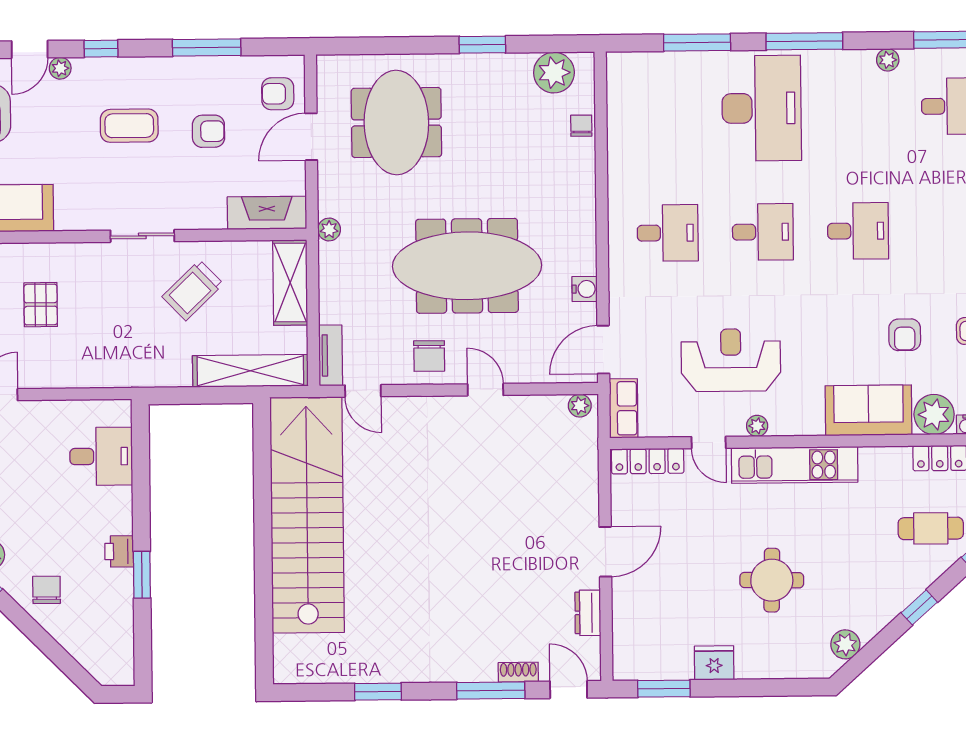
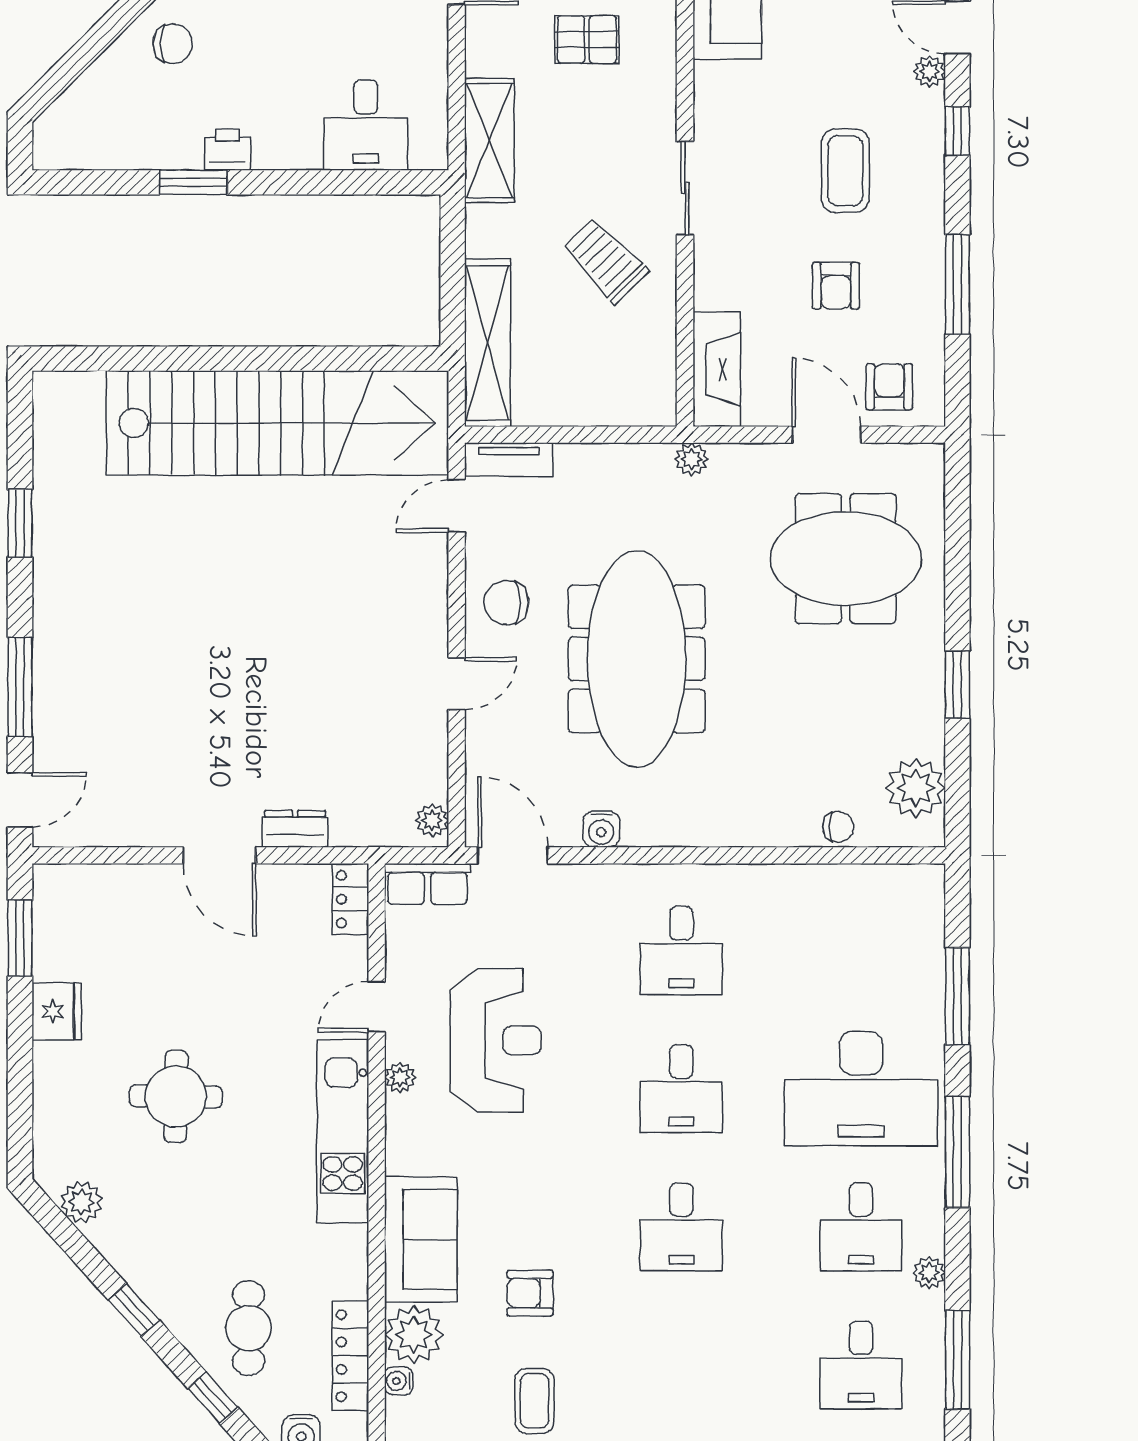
desk: (857, 107) -> (861, 1227), added
shelving: (290, 283) -> (489, 141), moved, turned 90
locker: (648, 461) -> (350, 899), width x0.66
dresser: (588, 613) -> (295, 829), moved
shoe rack: (518, 672) -> (46, 727), removed

